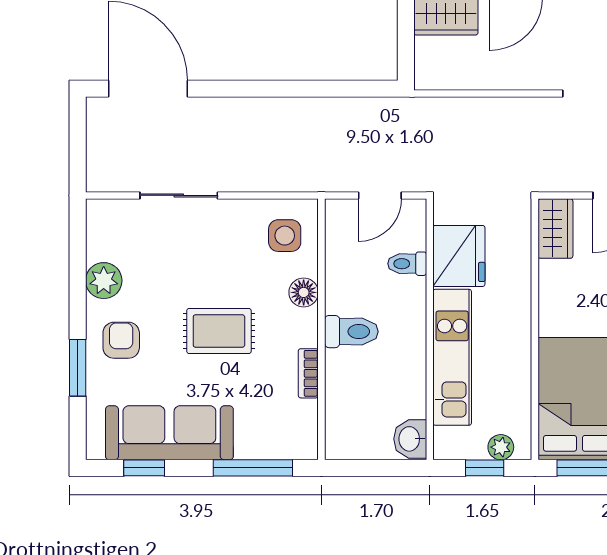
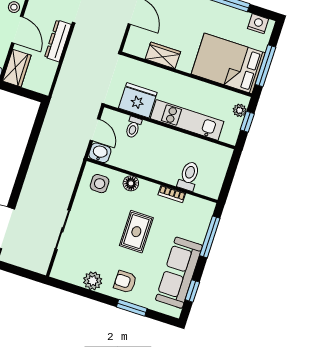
dresser: (520, 75) -> (58, 41), added
wardrobe: (555, 229) -> (163, 55), moved
toilet: (351, 332) -> (189, 176), moved
washbasin: (410, 439) -> (100, 153), moved, turned 180

